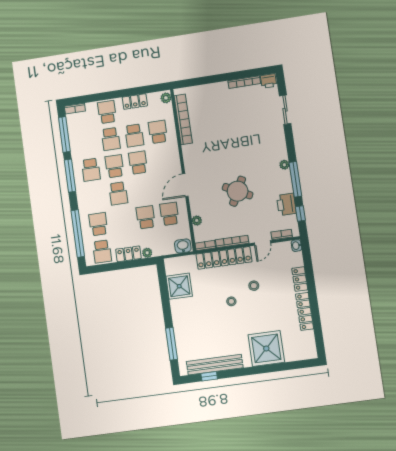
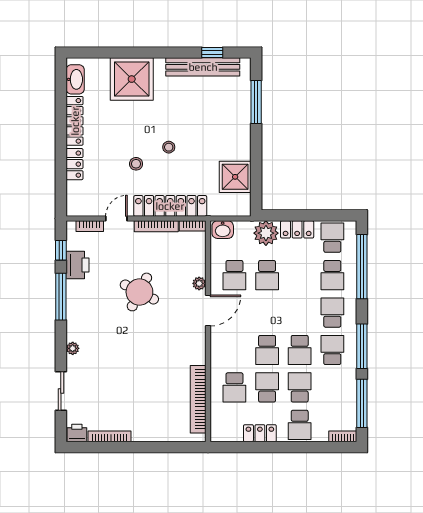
plant: (166, 98) -> (217, 432), removed
plant: (284, 165) -> (73, 348), moved
school desk: (118, 193) -> (332, 313), moved
plant: (197, 221) -> (199, 283), moved
washbasin: (296, 246) -> (75, 79), moved, width x1.91, depth x1.45
plant: (147, 253) -> (266, 233), width x1.87, depth x1.87

